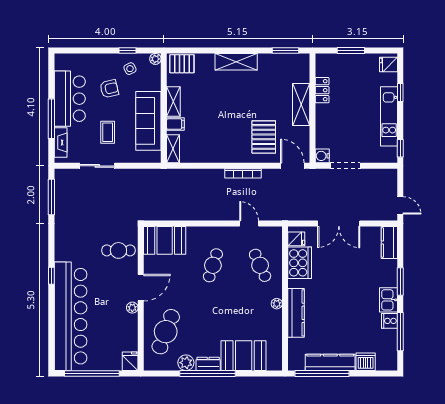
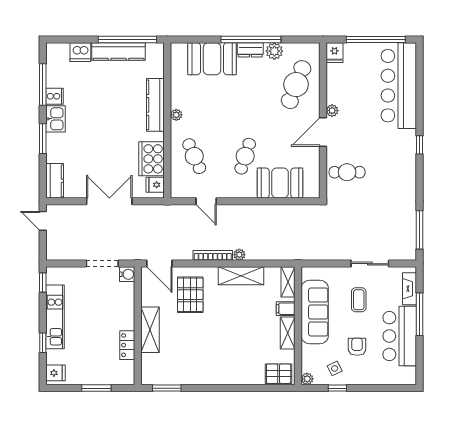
shelving: (236, 62) -> (241, 276), moved
armchair: (109, 89) -> (357, 347), turned 103
plant: (218, 174) -> (239, 255), added
booth: (165, 240) -> (280, 183), moved
bar counter: (71, 316) -> (399, 86), width x0.73

